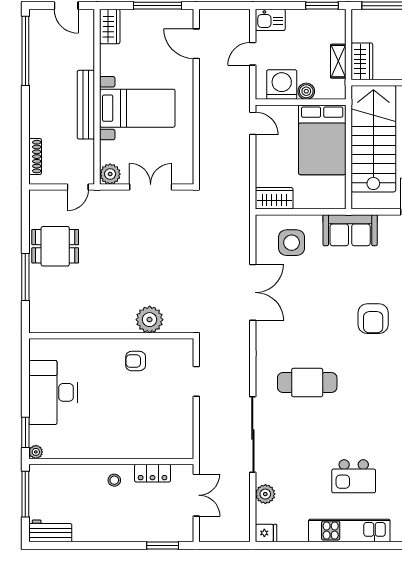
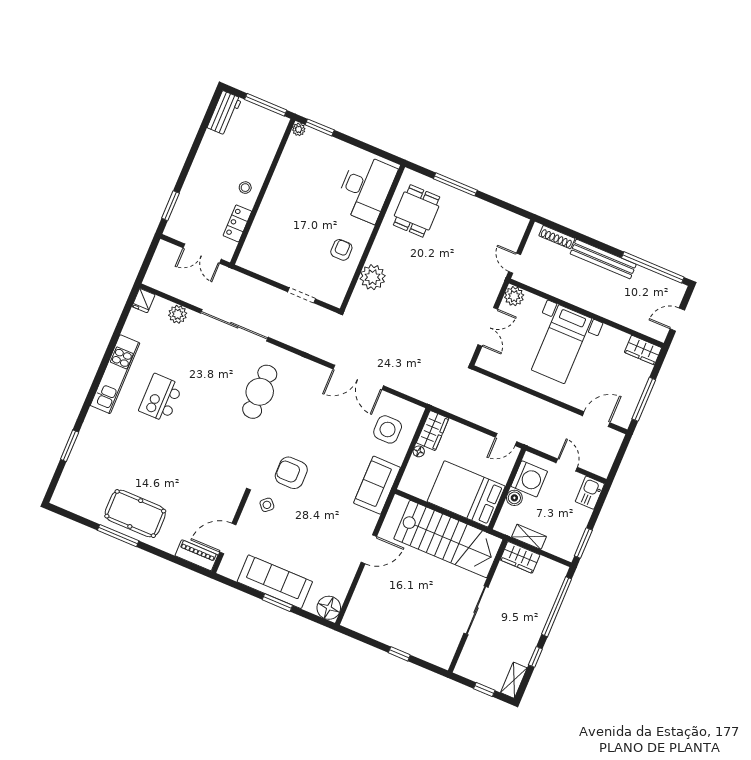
bench: (86, 105) -> (603, 259), moved
floor lamp: (300, 203) -> (419, 451), added
dining table: (55, 246) -> (417, 211), moved
desk: (53, 392) -> (366, 188), moved, turned 90

